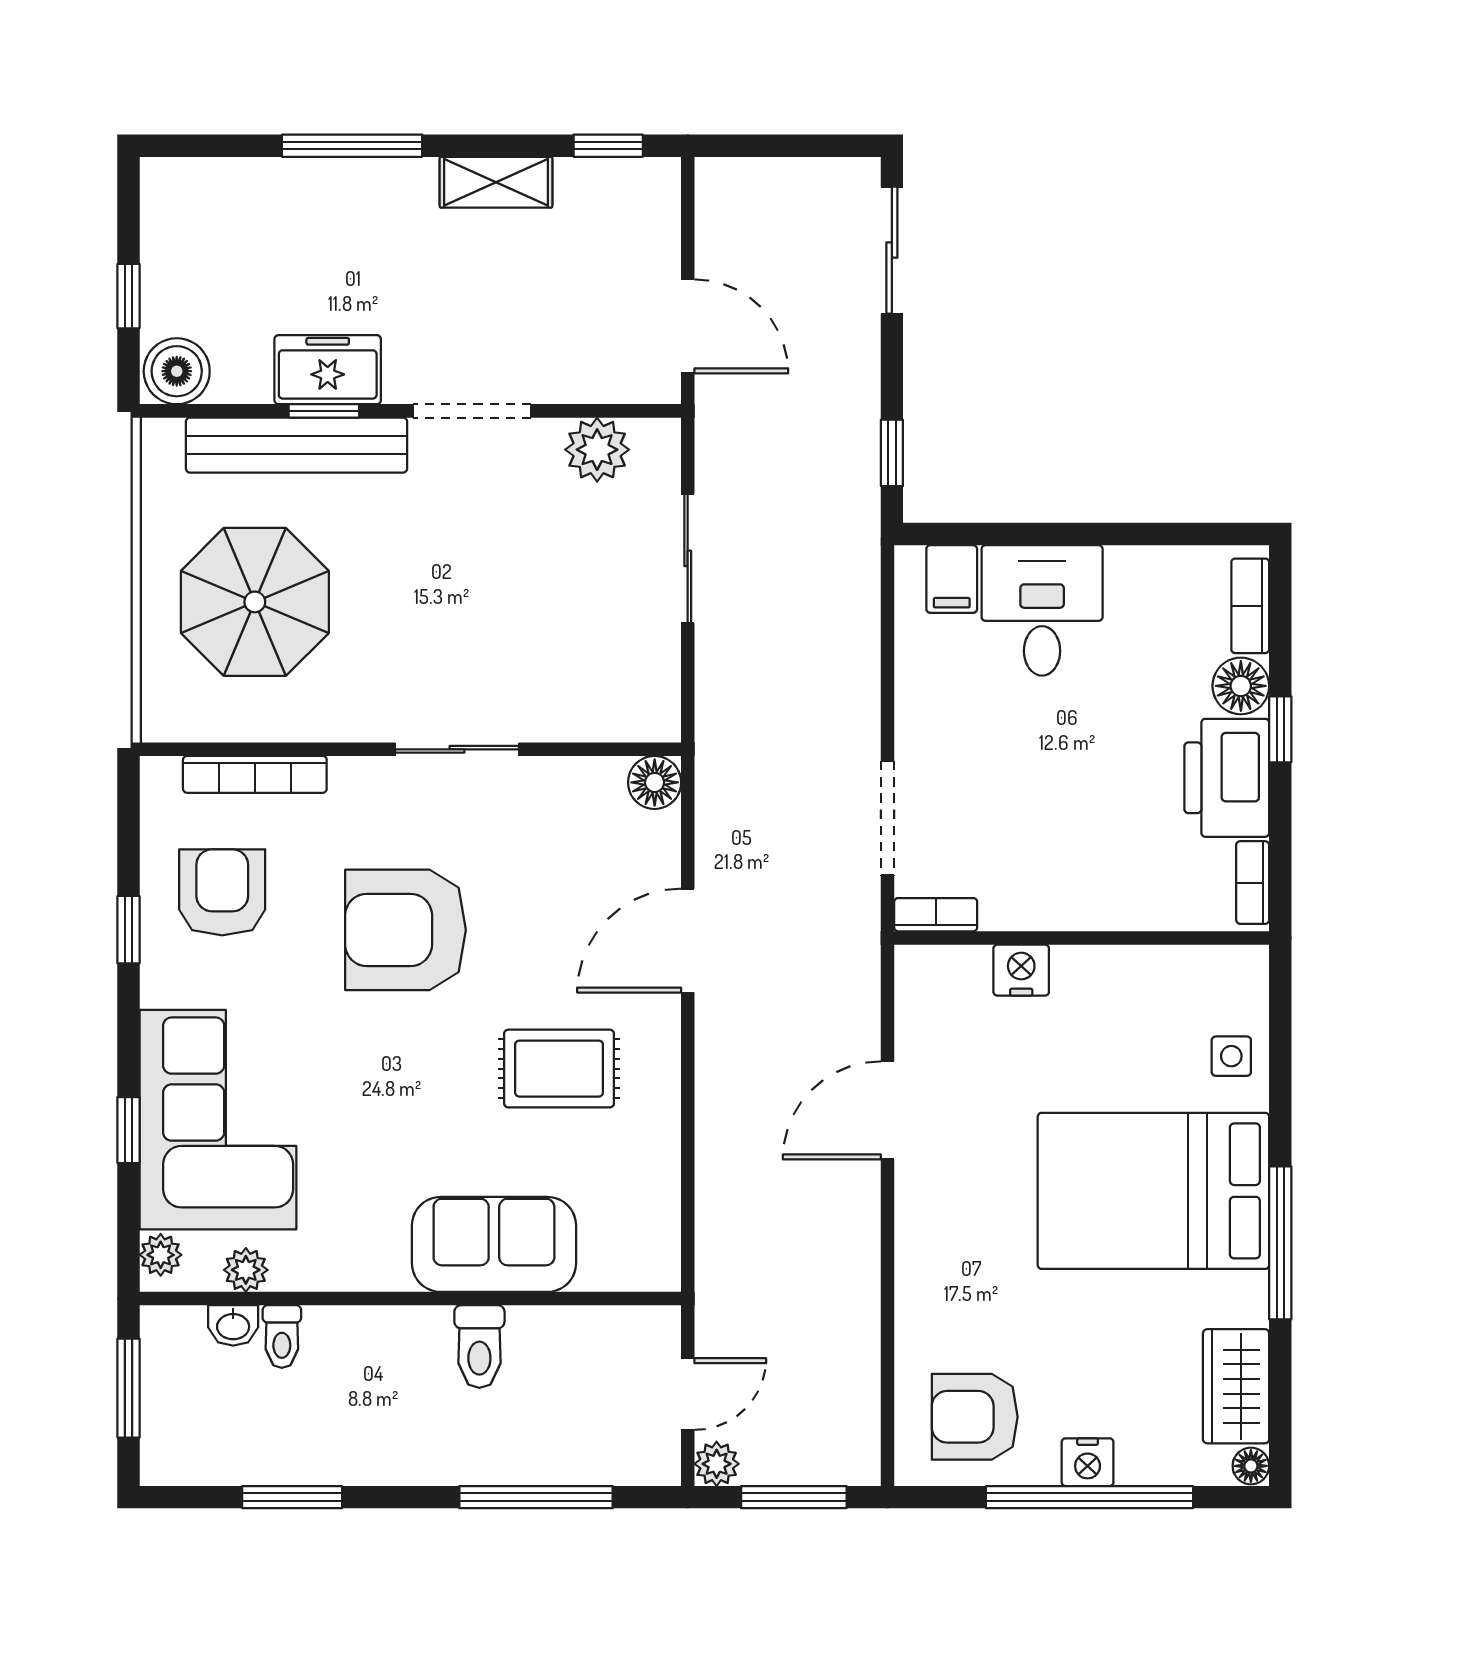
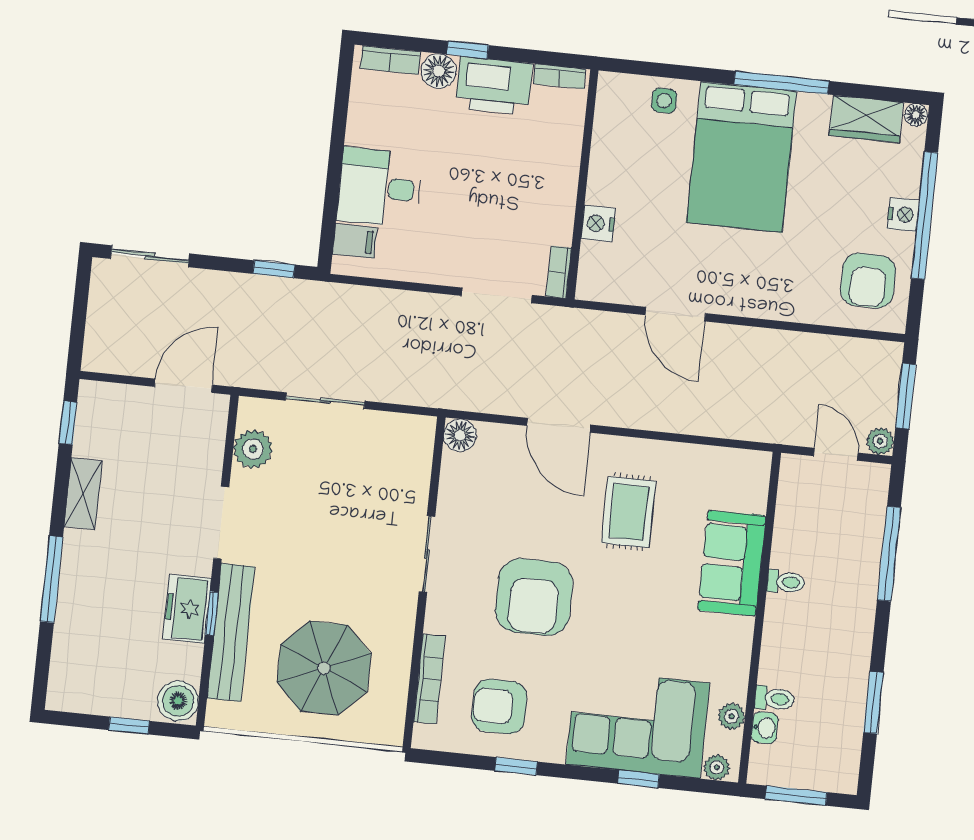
toilet: (479, 1347) -> (786, 582), width x0.73, depth x0.72

